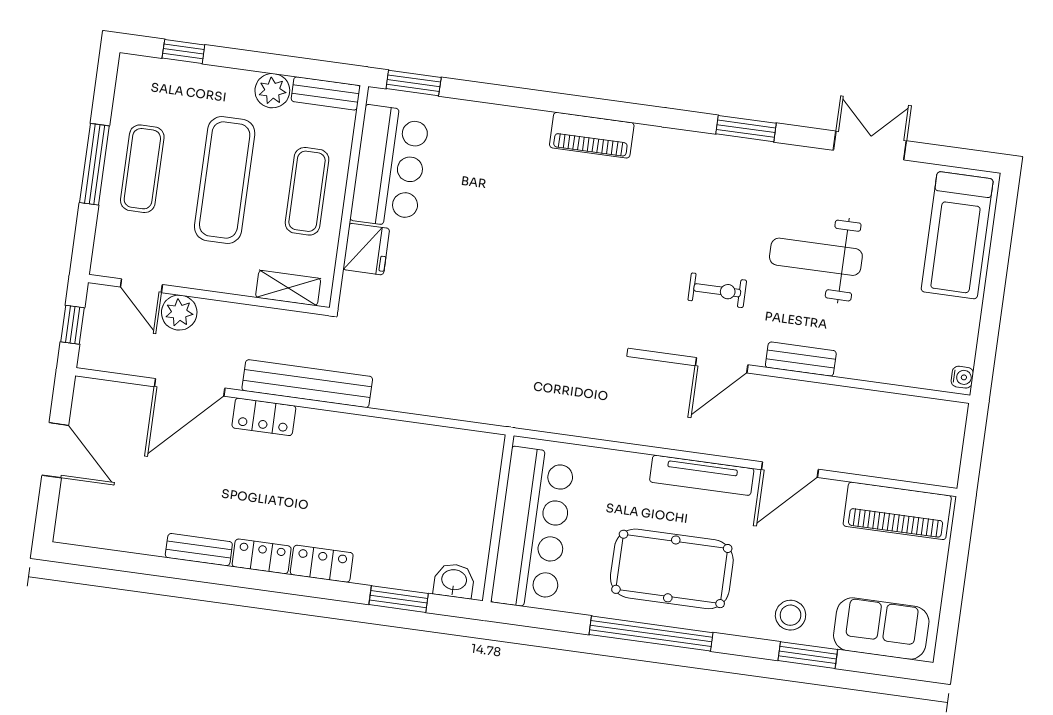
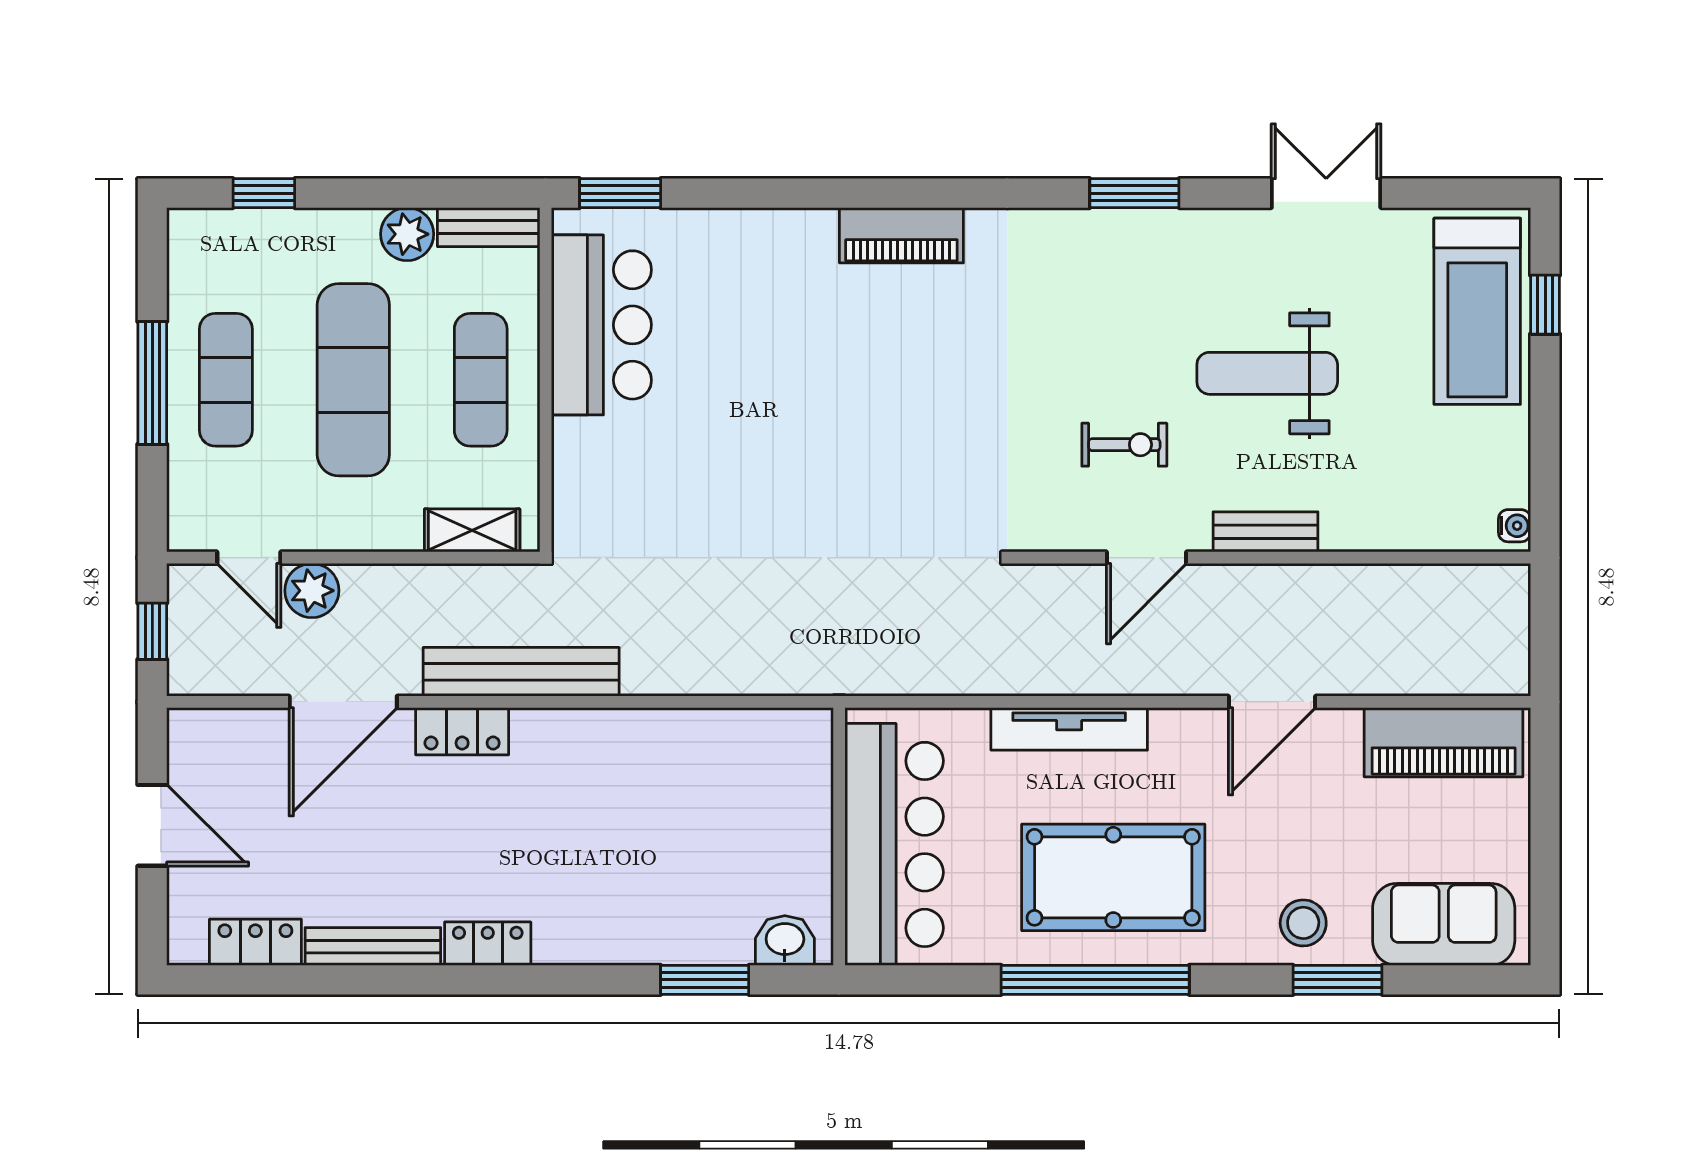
window: (1002, 237) -> (1545, 305), added
fridge: (366, 249) -> (583, 455), removed
tv unit: (702, 475) -> (1069, 729), moved
bench: (199, 550) -> (373, 947), width x1.36
locker: (322, 564) -> (255, 942), moved

